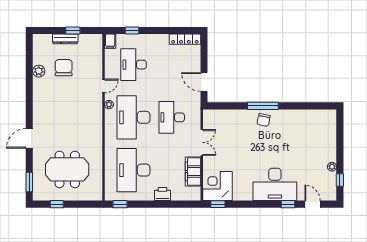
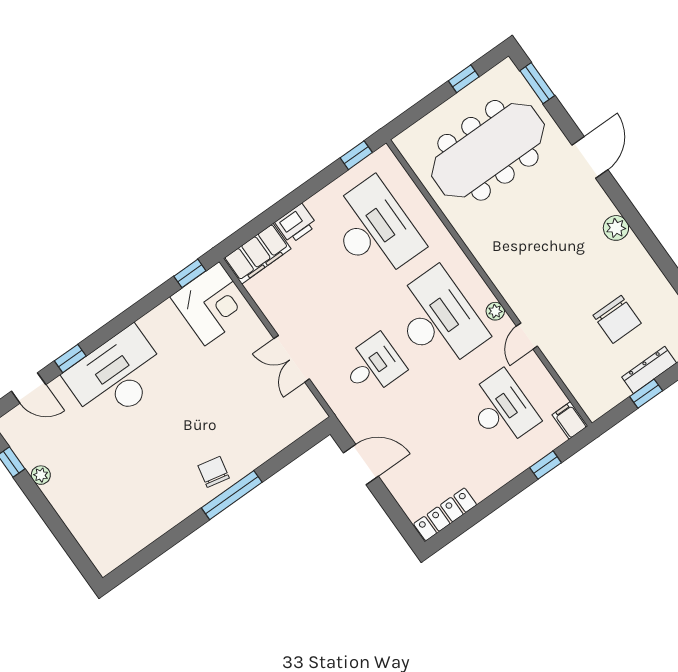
plant: (39, 71) -> (616, 228), moved
desk: (172, 117) -> (373, 365), width x0.73
meeting table: (67, 169) -> (488, 150), width x1.36
filing cabinet: (193, 172) -> (257, 254), moved, turned 90

